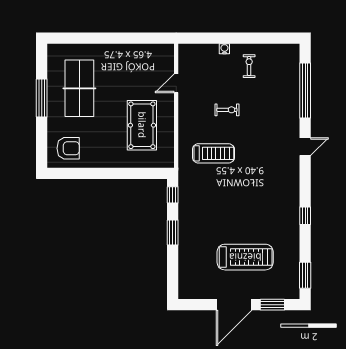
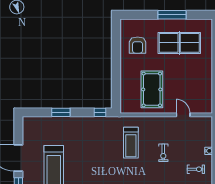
pool table: (142, 125) -> (152, 89), turned 90
armchair: (68, 148) -> (138, 45), moved
window: (173, 233) -> (61, 112), moved

